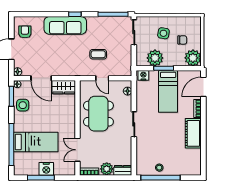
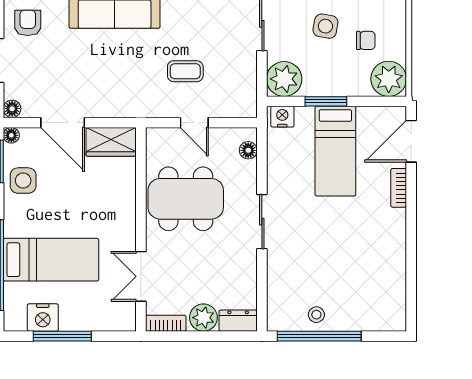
plant: (155, 58) -> (284, 79), moved
dining table: (98, 114) -> (186, 199), turned 90
cot: (193, 133) -> (389, 241), removed
nightstand: (46, 169) -> (43, 317), moved

